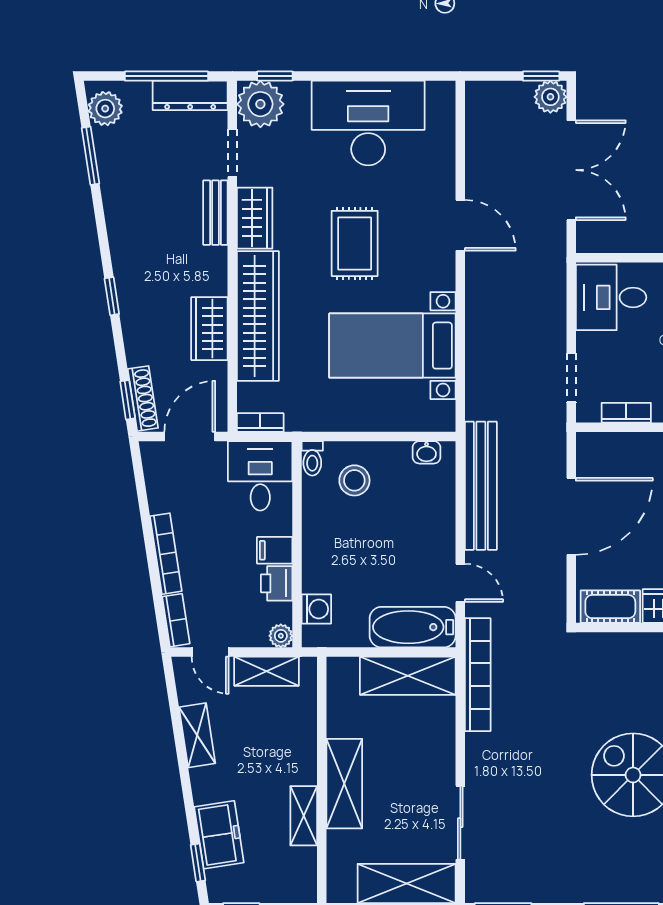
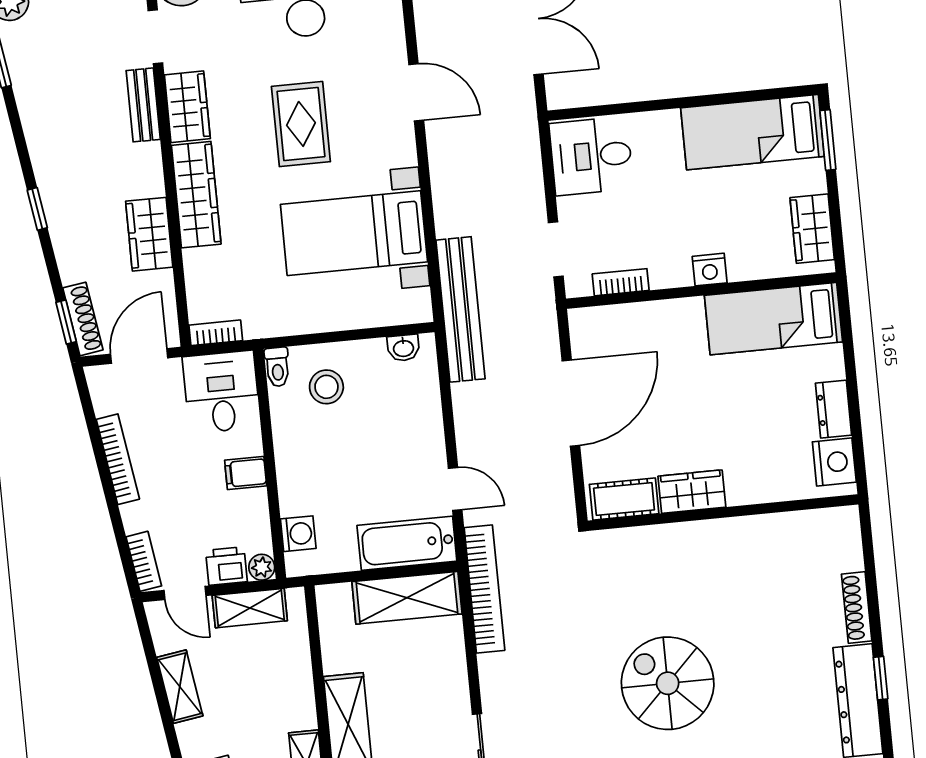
wardrobe: (258, 316) -> (196, 195), width x0.71, depth x0.85
bench: (481, 486) -> (460, 309), moved
bookcase: (166, 554) -> (118, 459), moved
printer: (277, 583) -> (226, 566), moved, turned 90

